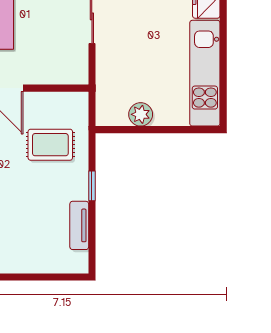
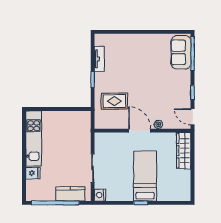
plant: (141, 114) -> (67, 117), removed

